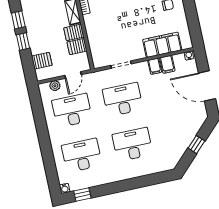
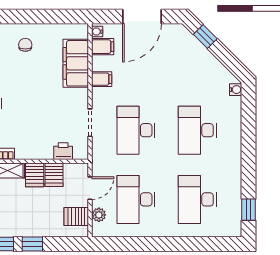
printer: (96, 49) -> (63, 151), added
server rack: (42, 61) -> (76, 216), moved, turned -90
filing cabinet: (167, 64) -> (103, 47), moved
door: (73, 75) -> (90, 188), hinge flipped
window: (196, 145) -> (205, 37), moved
water cooler: (65, 188) -> (236, 90), moved

